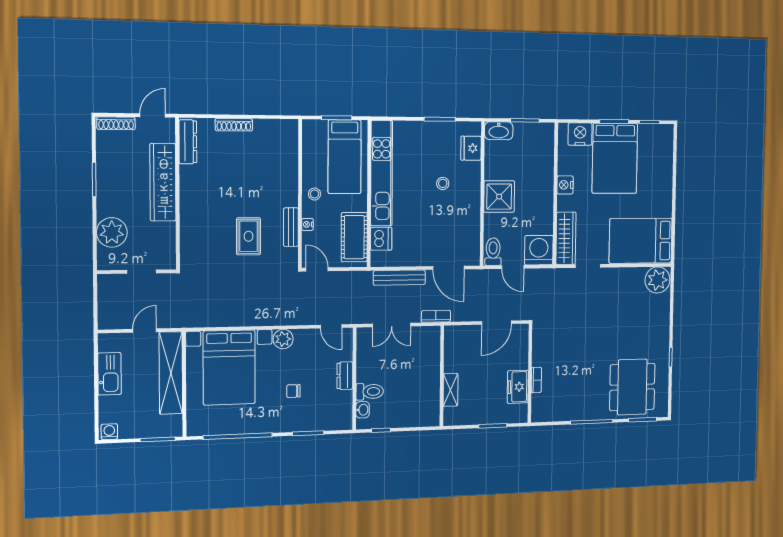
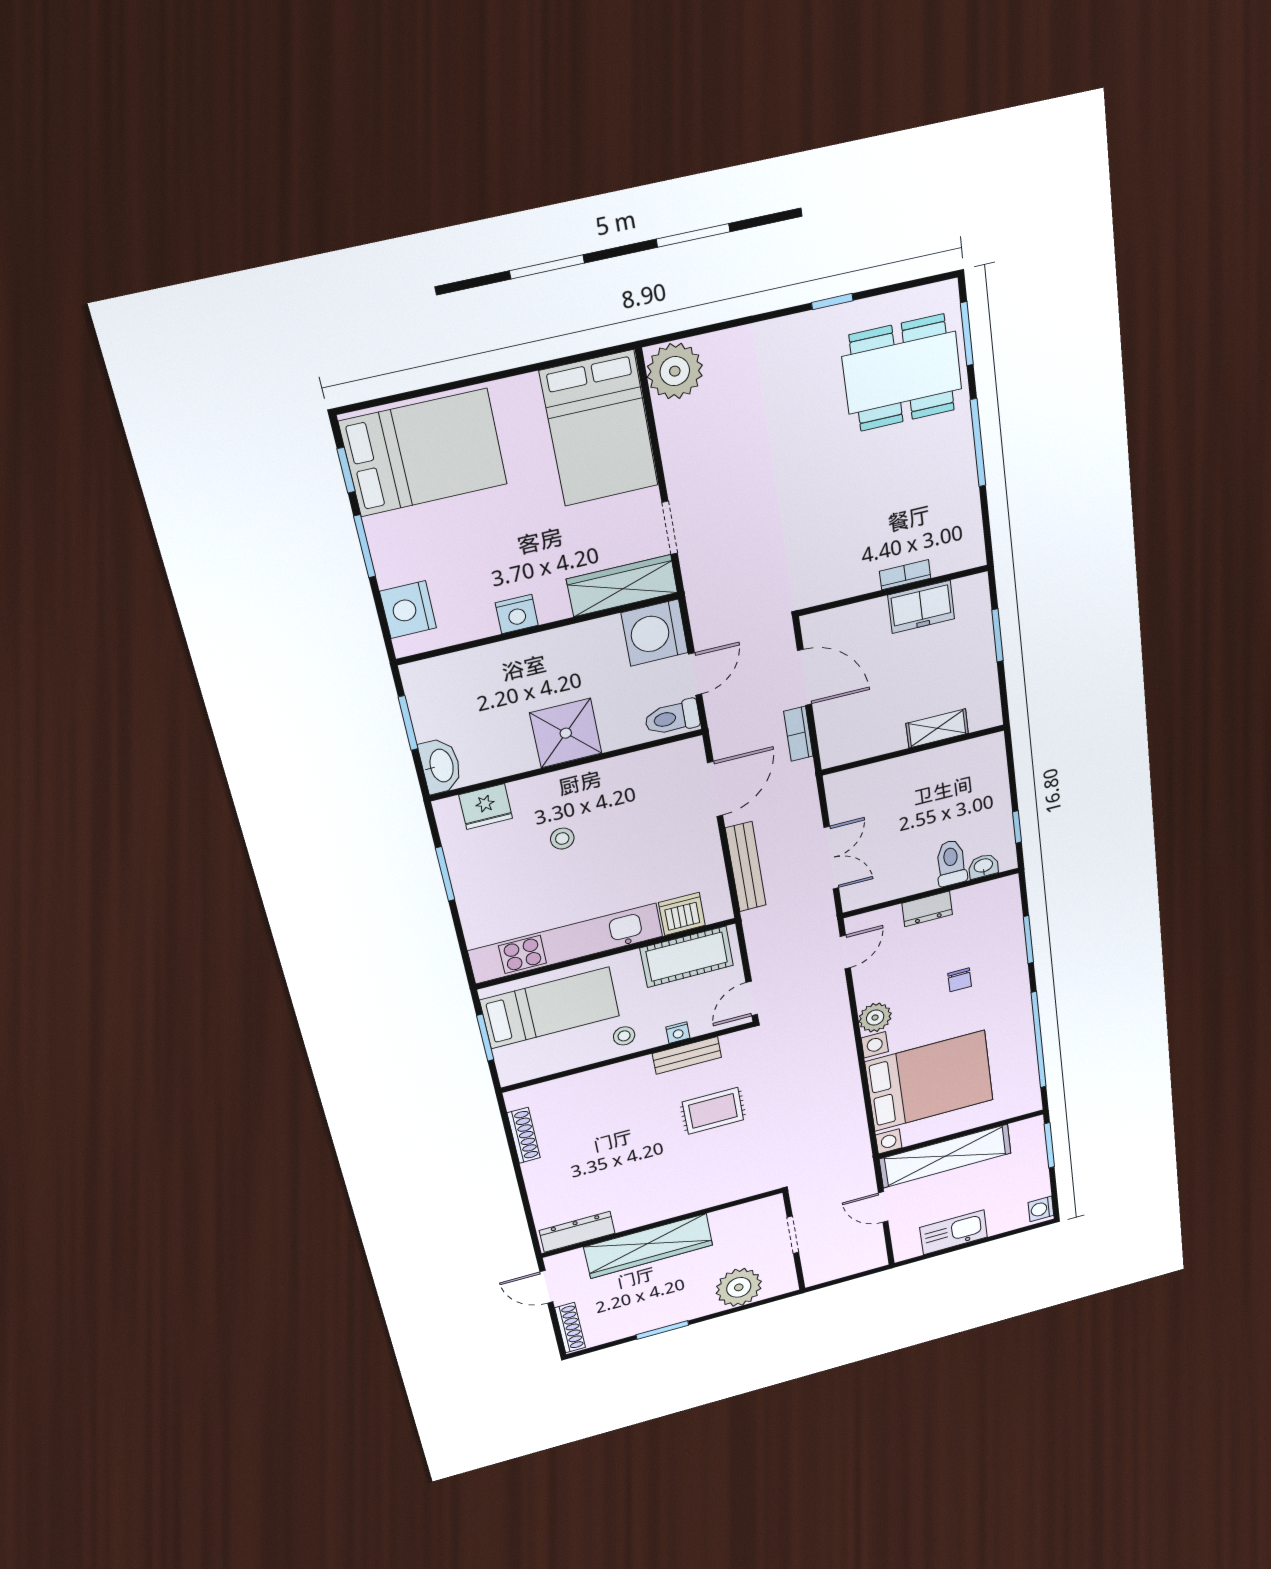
shoe rack: (234, 125) -> (524, 1135), moved
bed: (615, 158) -> (424, 453), moved
bookcase: (436, 316) -> (798, 734), moved

